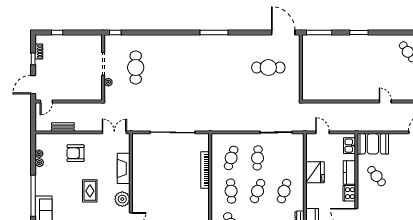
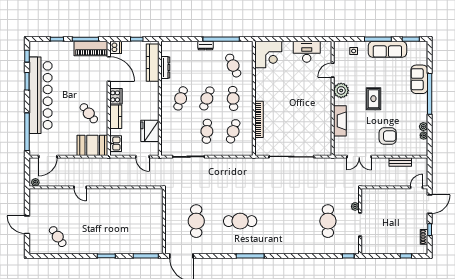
cafe table: (224, 68) -> (240, 221), added
cafe table: (268, 68) -> (196, 221), turned 90
double door: (114, 132) -> (359, 157), moved
fridge: (315, 172) -> (150, 131), moved

